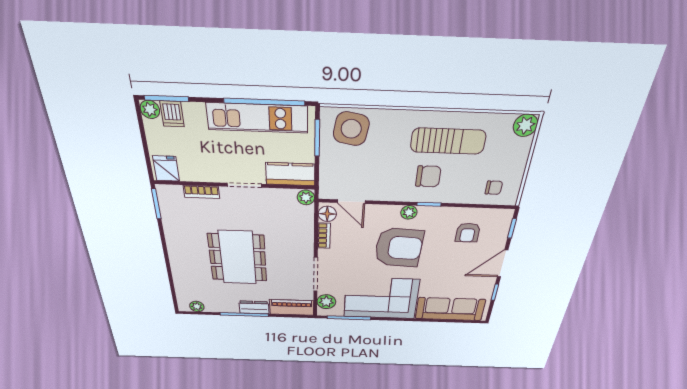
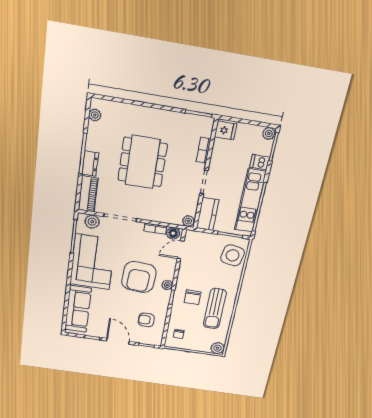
dishwasher: (172, 114) -> (260, 162), moved
dining table: (238, 258) -> (143, 162), turned 90

